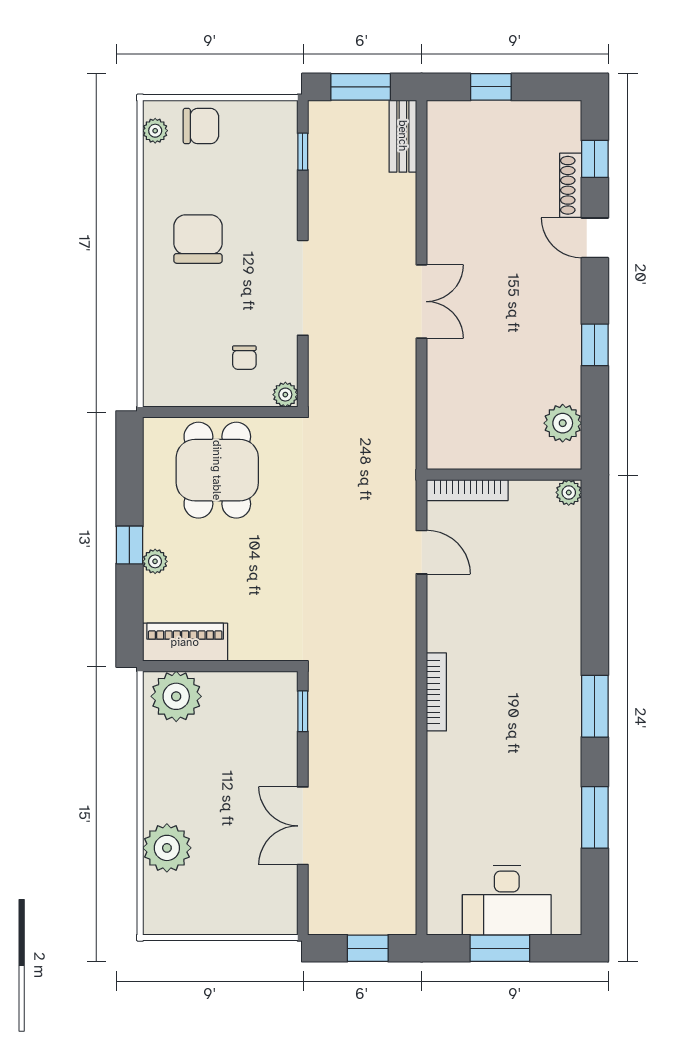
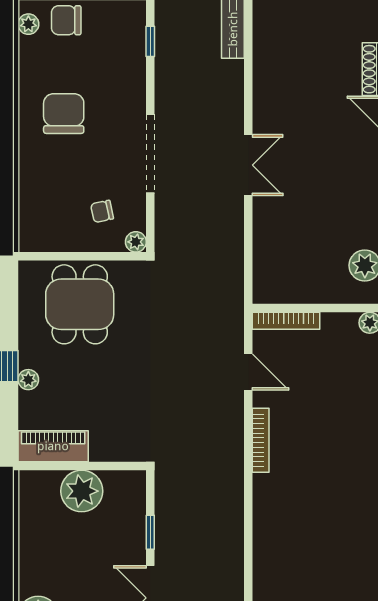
chair: (201, 126) -> (66, 20), turned 180
chair: (244, 358) -> (102, 211), turned 78
bookcase: (436, 692) -> (261, 440), moved
plant: (176, 696) -> (82, 491), moved
window: (303, 711) -> (150, 532), moved

